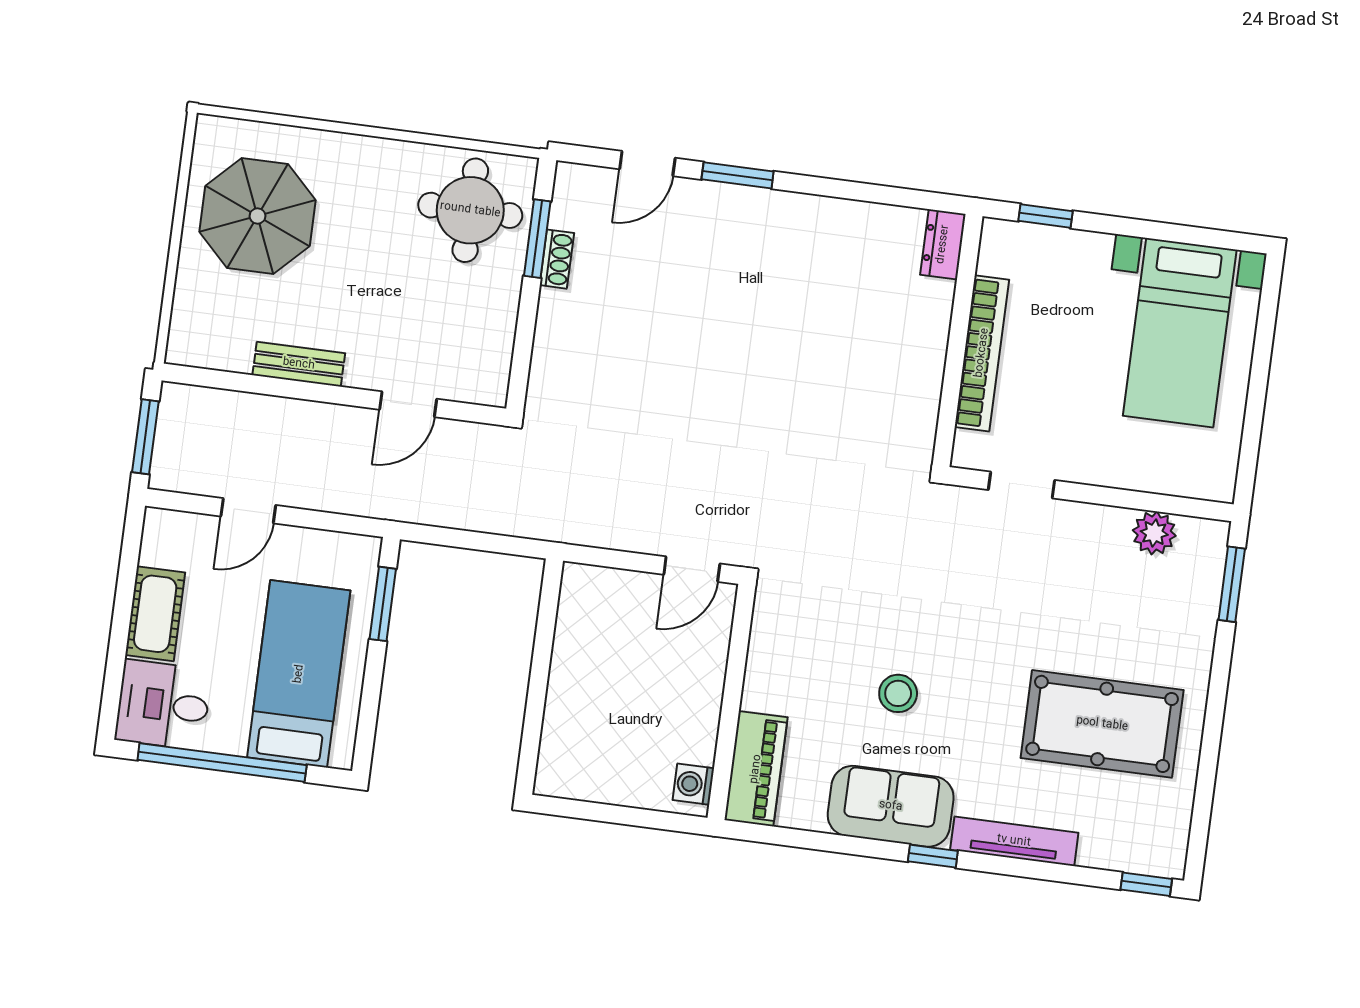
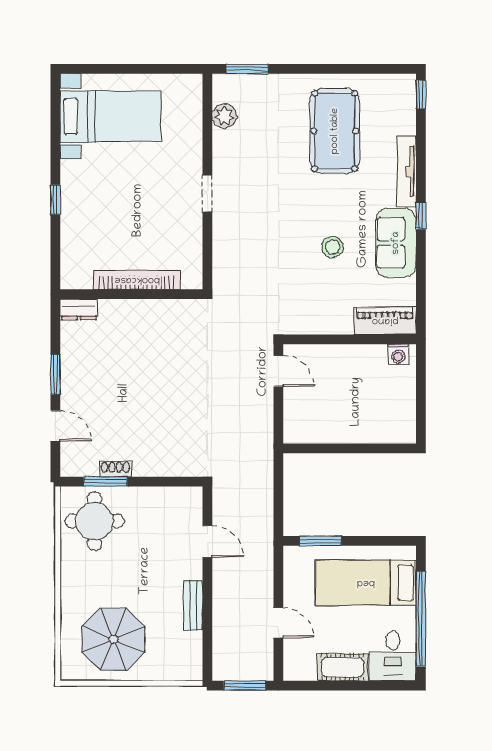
dresser: (943, 244) -> (79, 309), moved
wall: (958, 340) -> (131, 294), moved
bookcase: (982, 353) -> (137, 280), moved

